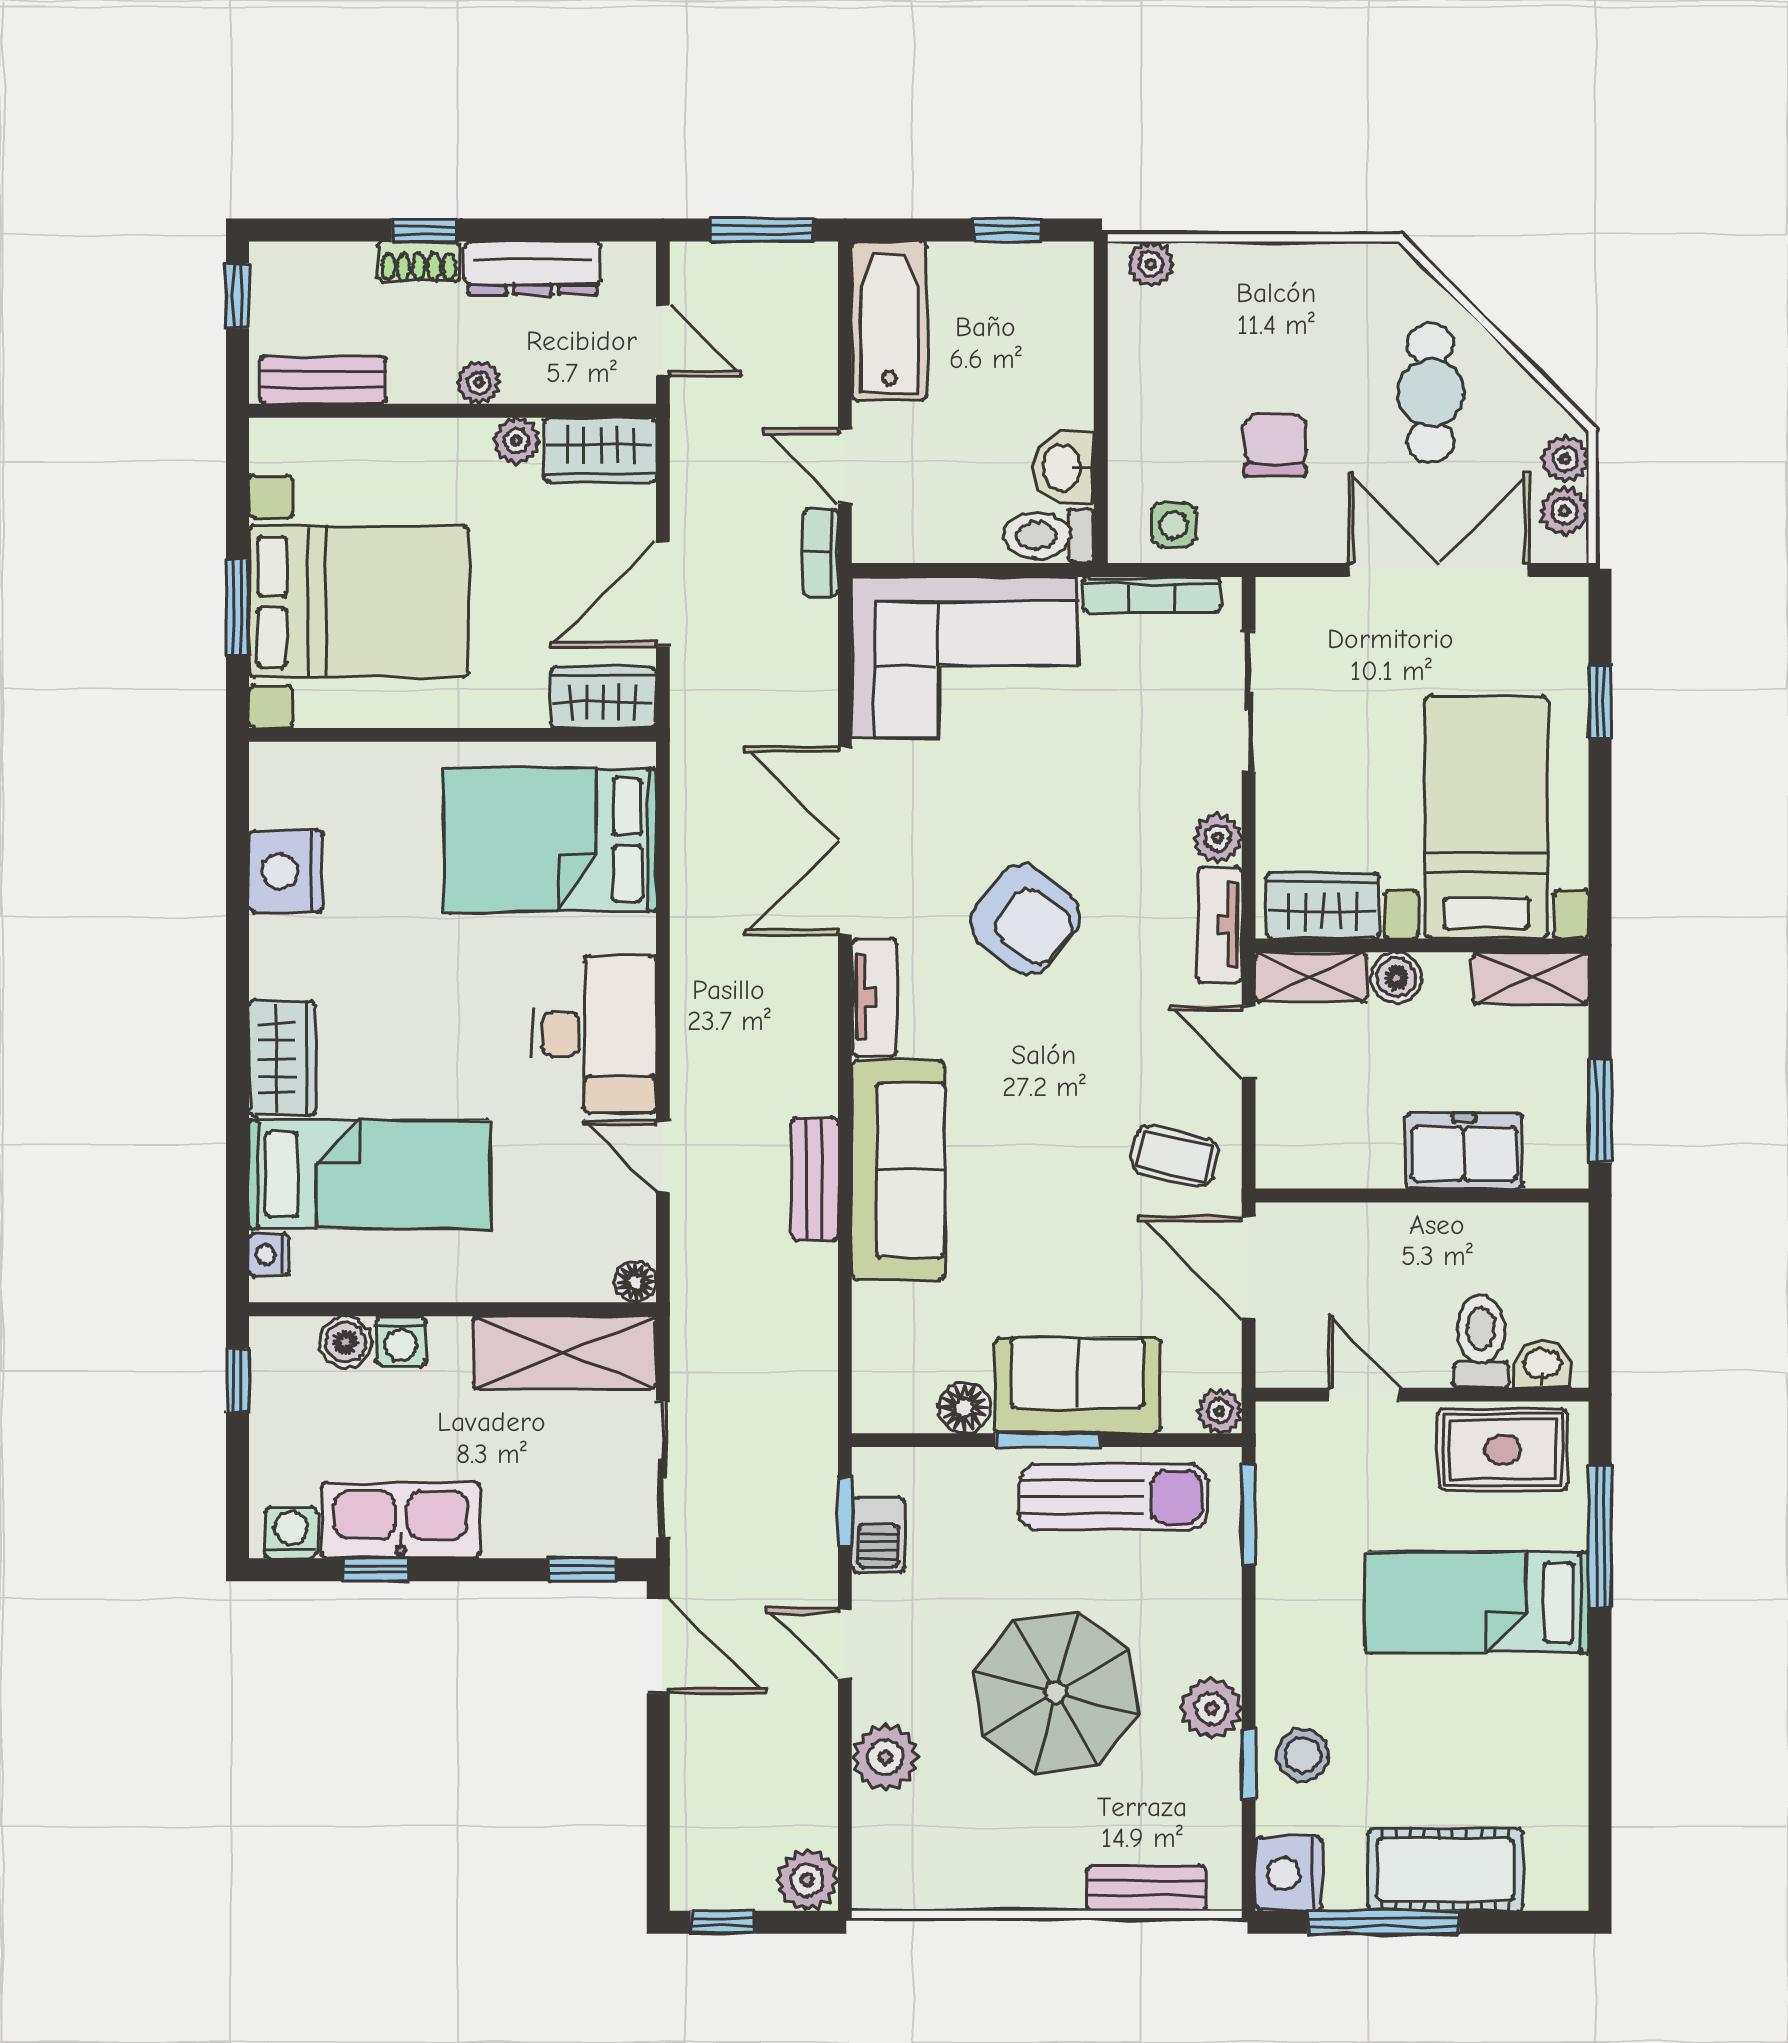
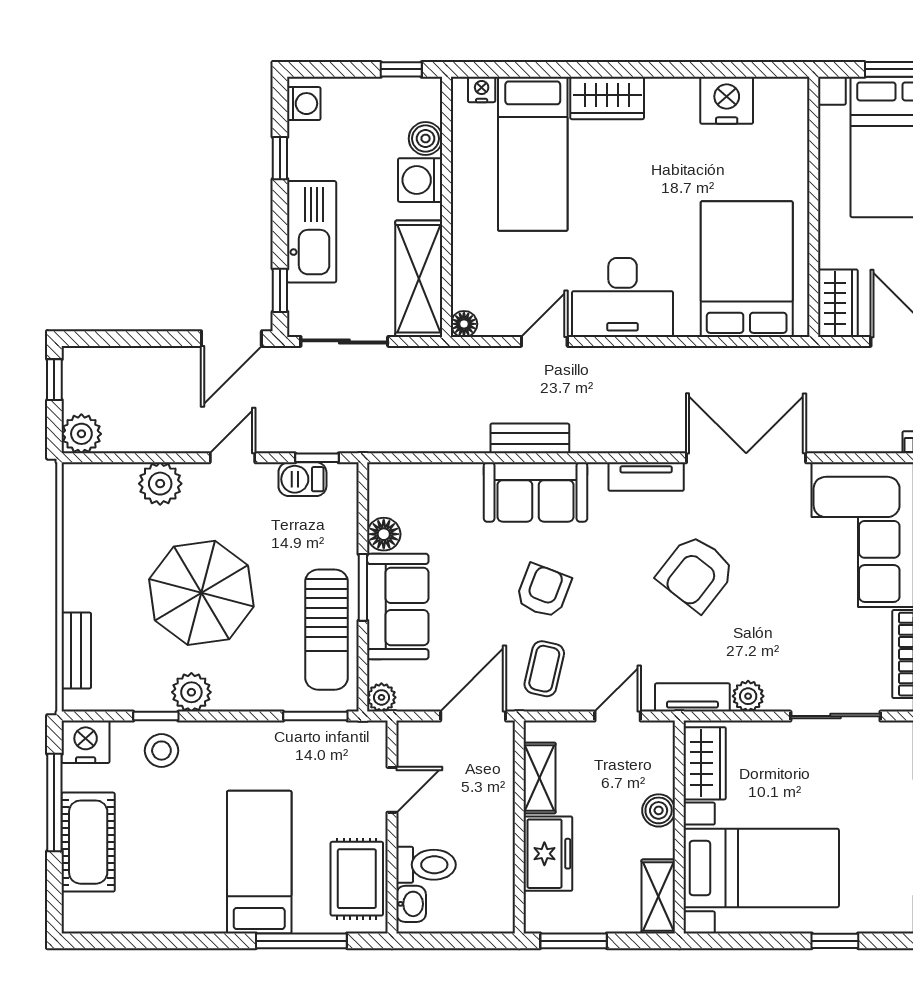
shelving: (1311, 977) -> (540, 778), moved
armchair: (1053, 1158) -> (543, 591), added
sofa: (898, 1170) -> (536, 492), width x0.73
washing machine: (401, 1341) -> (420, 180), width x1.38, depth x1.38
kitchen sink: (401, 1520) -> (312, 232), moved

